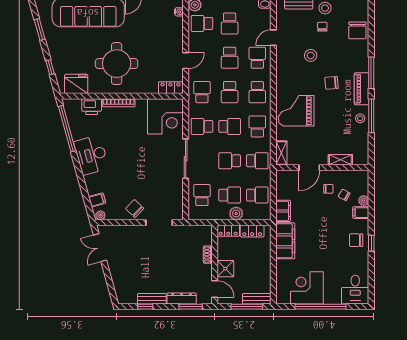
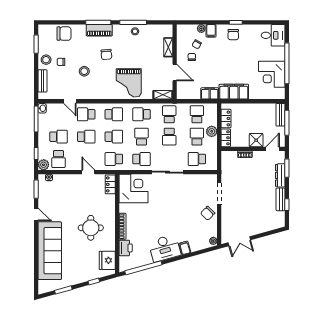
round table: (117, 64) -> (91, 228), width x0.73, depth x0.73
piano: (362, 89) -> (99, 30), moved
school desk: (202, 126) -> (142, 159), turned -90
filing cabinet: (97, 200) -> (185, 248), moved

